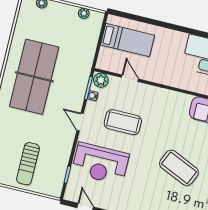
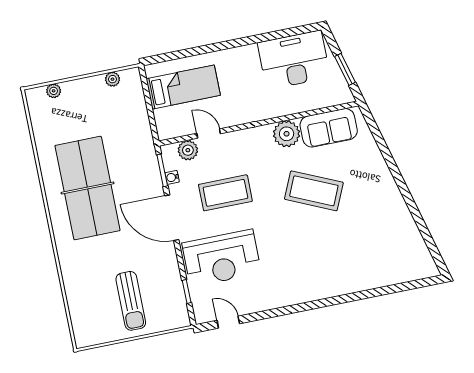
plant: (101, 80) -> (188, 150), moved
plant: (181, 102) -> (287, 134), added
door: (80, 122) -> (172, 218), width x1.87
coffee table: (179, 168) -> (314, 191), moved

